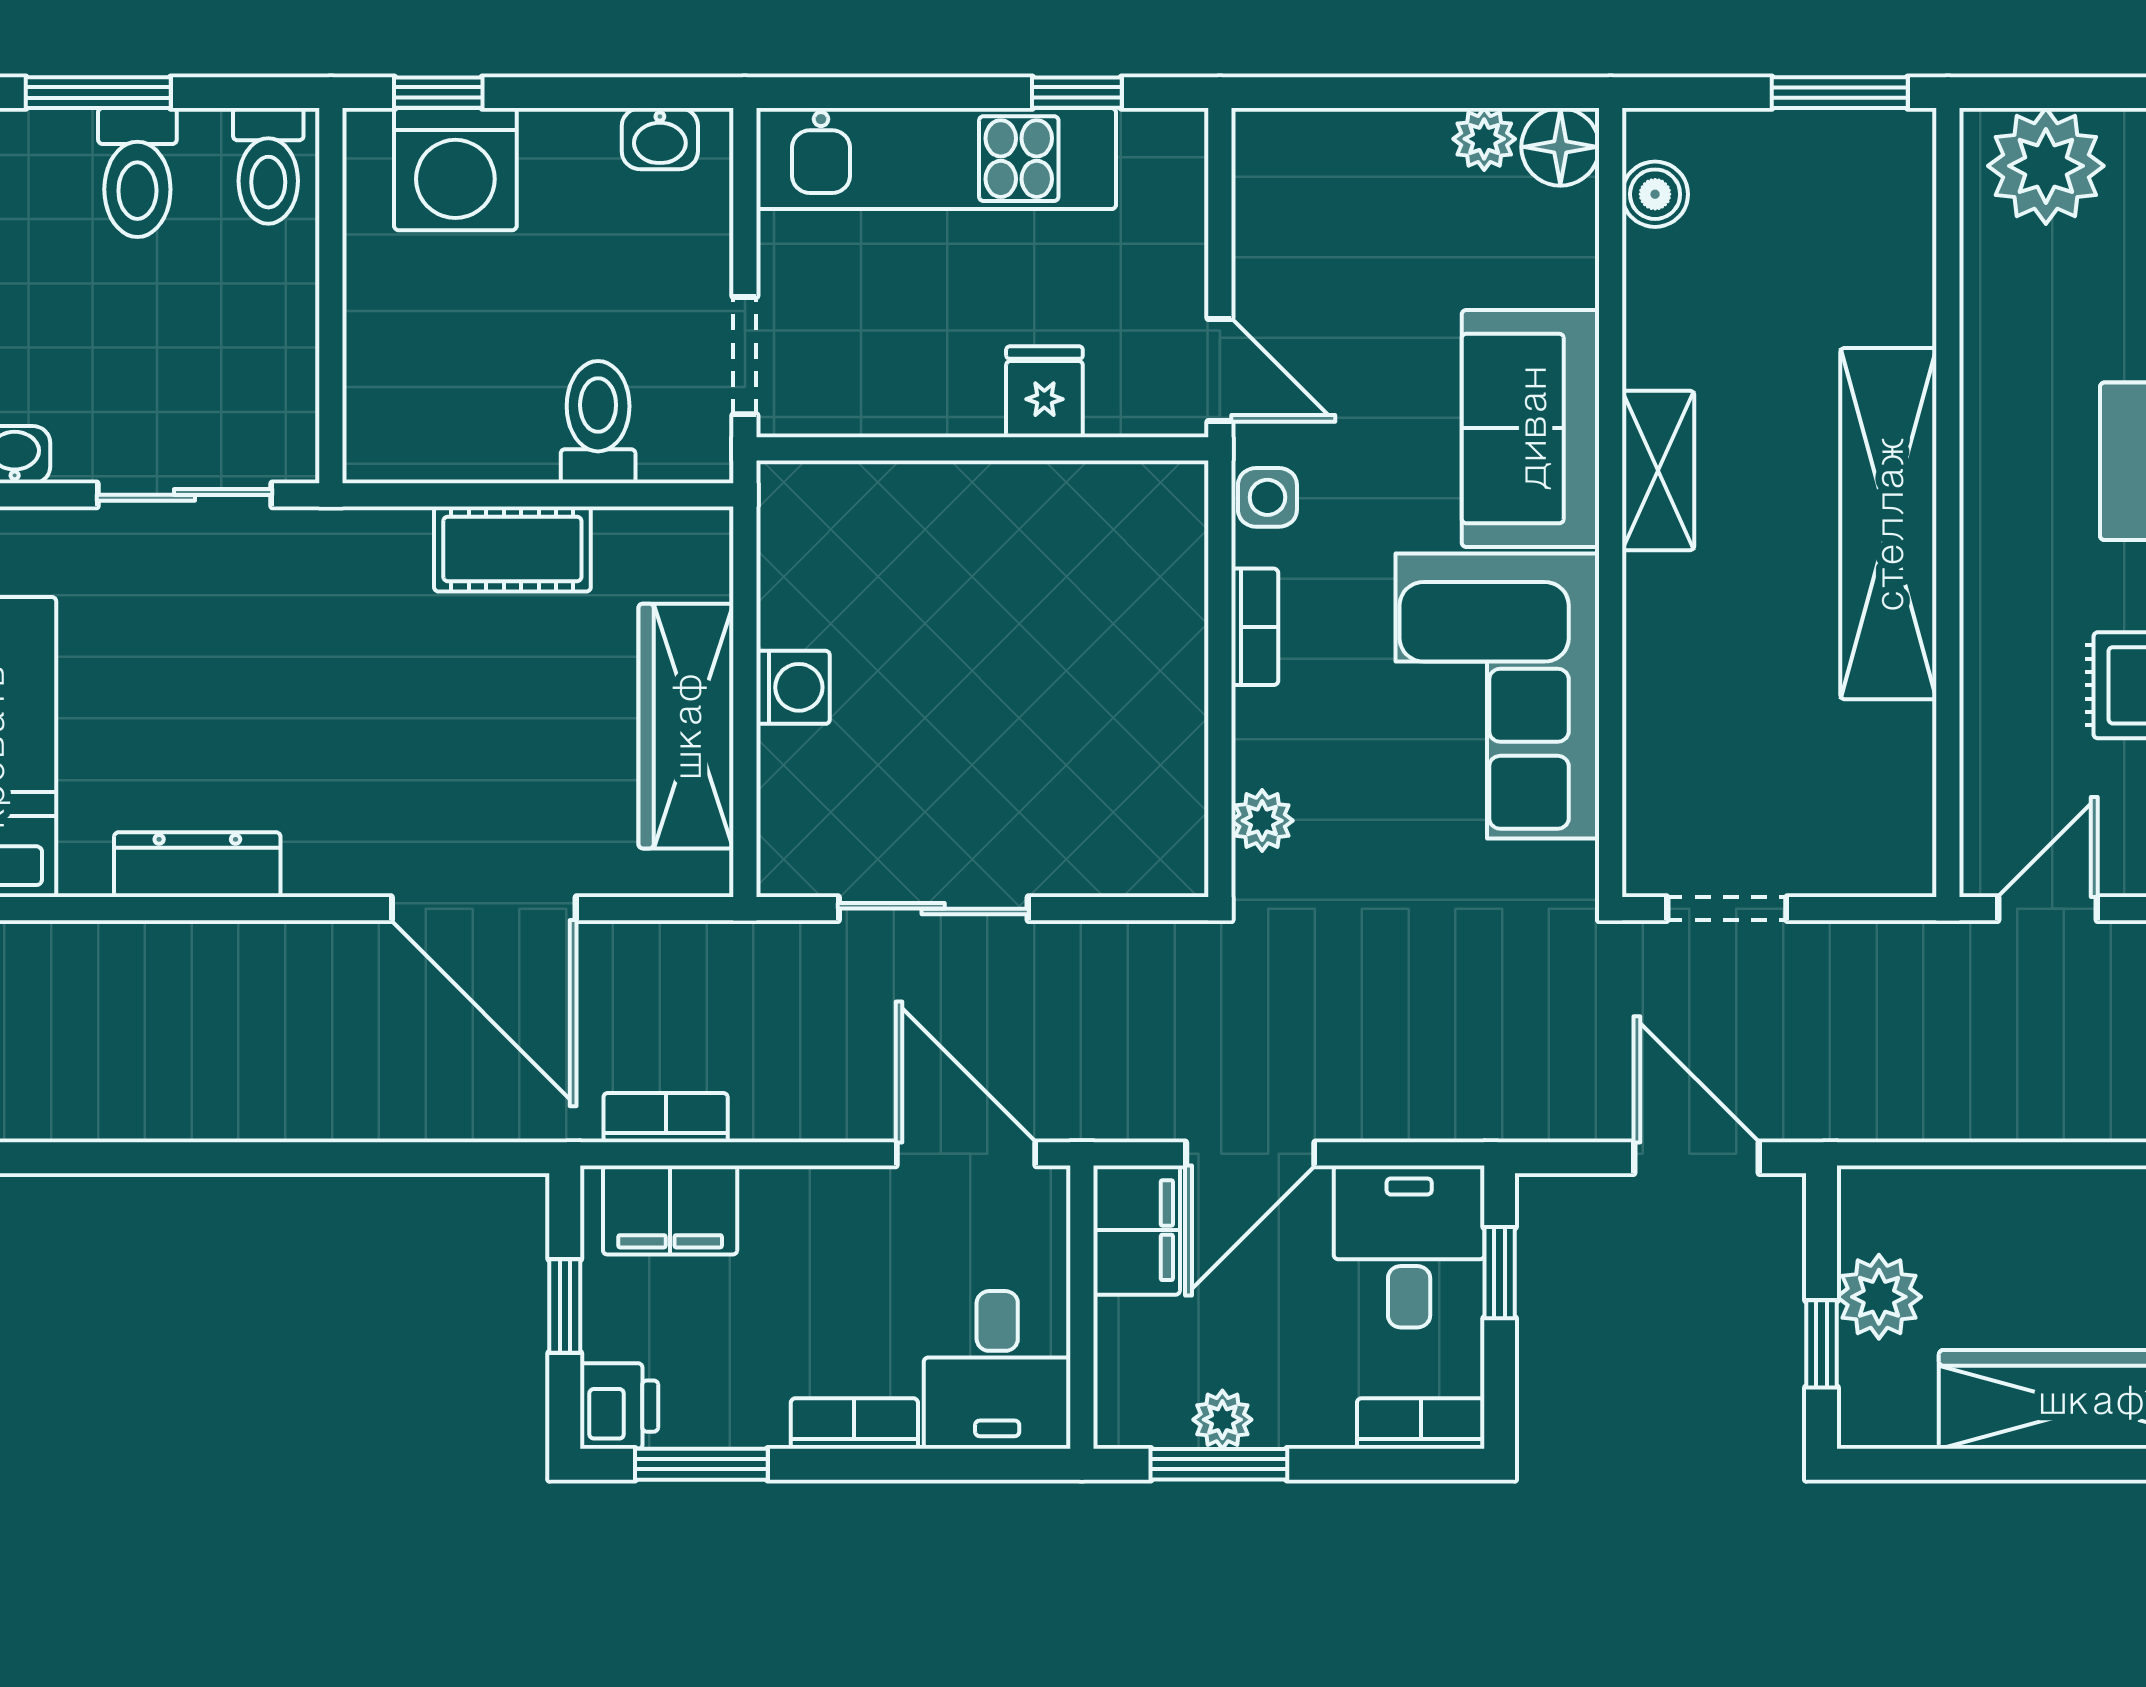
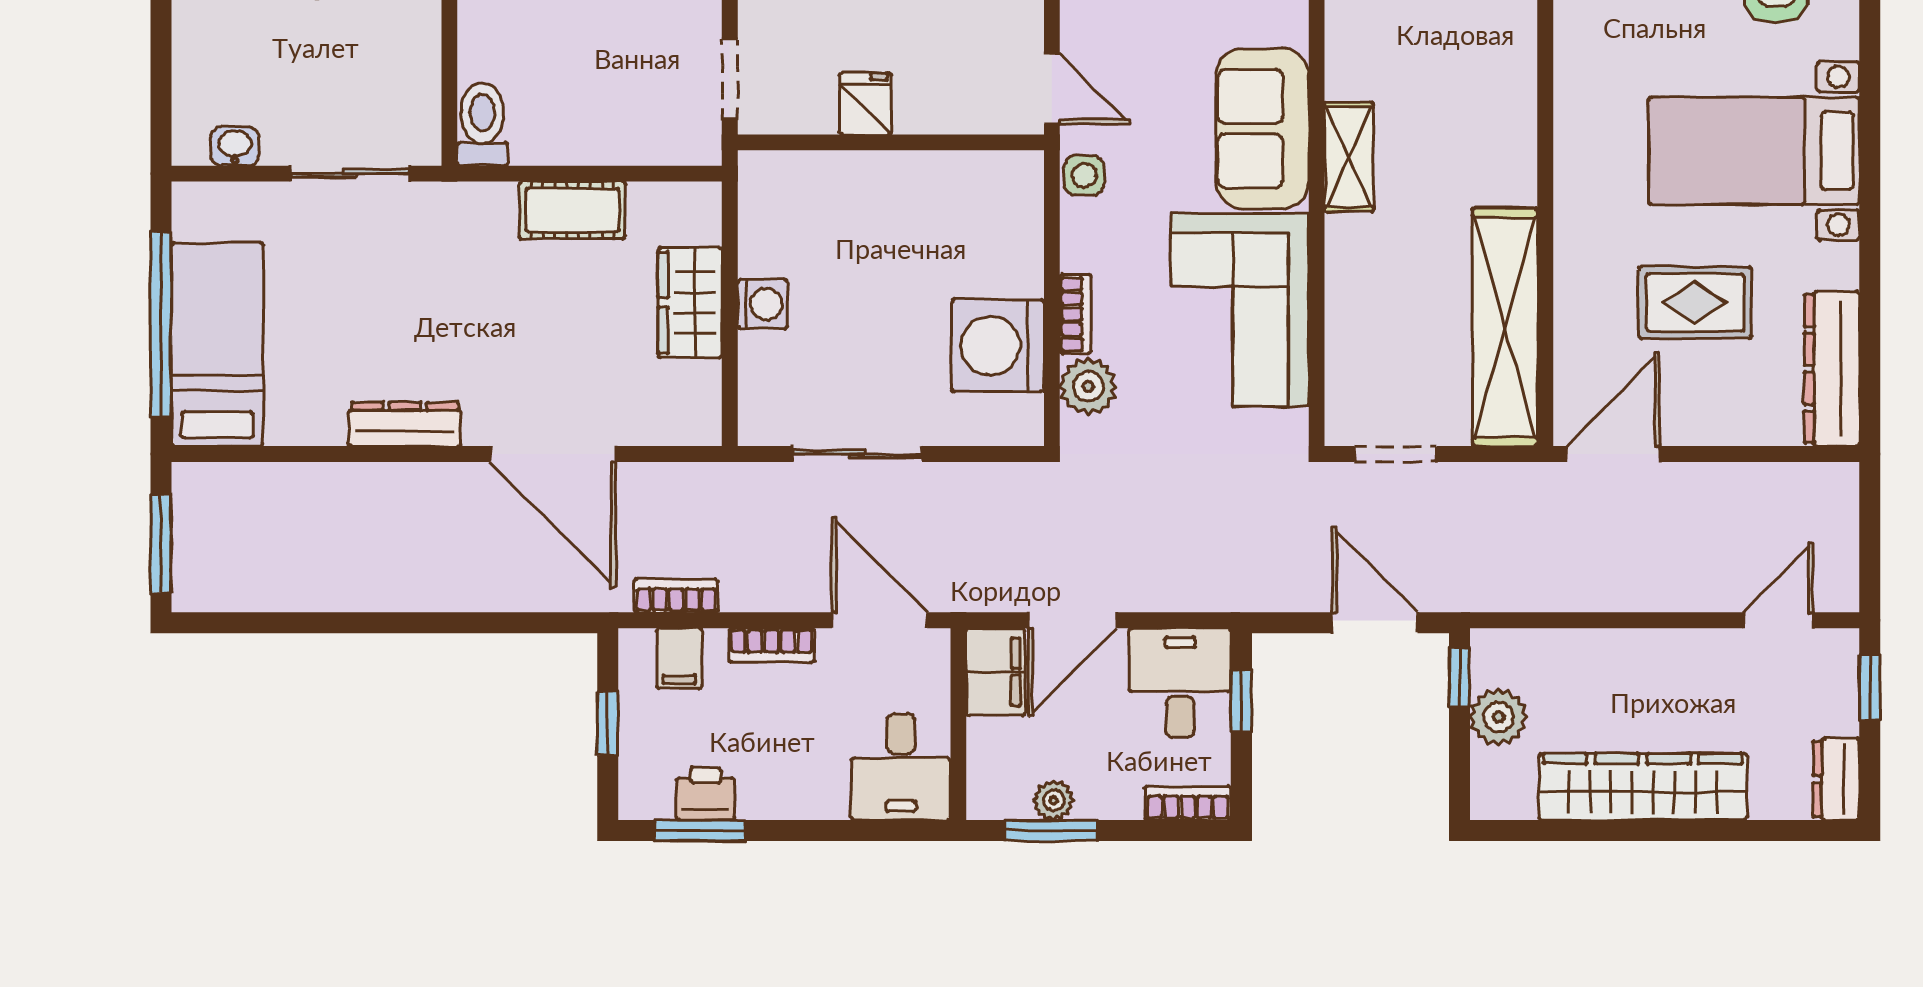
fridge: (1044, 392) -> (865, 104), moved
toilet: (598, 422) -> (482, 124), moved
shelving: (1888, 524) -> (1505, 327), moved
bookcase: (1255, 627) -> (1075, 314), moved
wardrobe: (686, 726) -> (690, 303), width x0.67
washing machine: (1140, 749) -> (998, 345), added
plant: (1262, 821) -> (1088, 386), width x1.38, depth x1.38
dresser: (197, 865) -> (405, 424), moved
door: (2048, 909) -> (1613, 454), width x1.38
filing cabinet: (670, 1210) -> (679, 658), width x0.50
window: (1821, 1344) -> (1460, 677), moved
printer: (619, 1406) -> (705, 794), moved, turned -90
bookcase: (854, 1424) -> (772, 645), moved, turned 180

